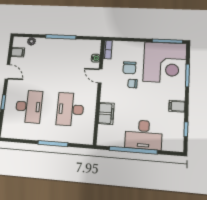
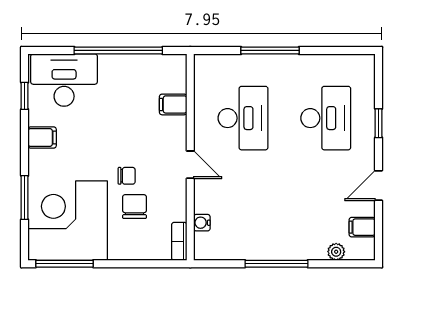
door: (7, 72) -> (379, 185), hinge flipped
door: (100, 76) -> (190, 165), moved
desk: (29, 106) -> (326, 118), turned 180
filing cabinet: (106, 113) -> (173, 104), width x0.50
desk: (144, 135) -> (64, 80), moved

